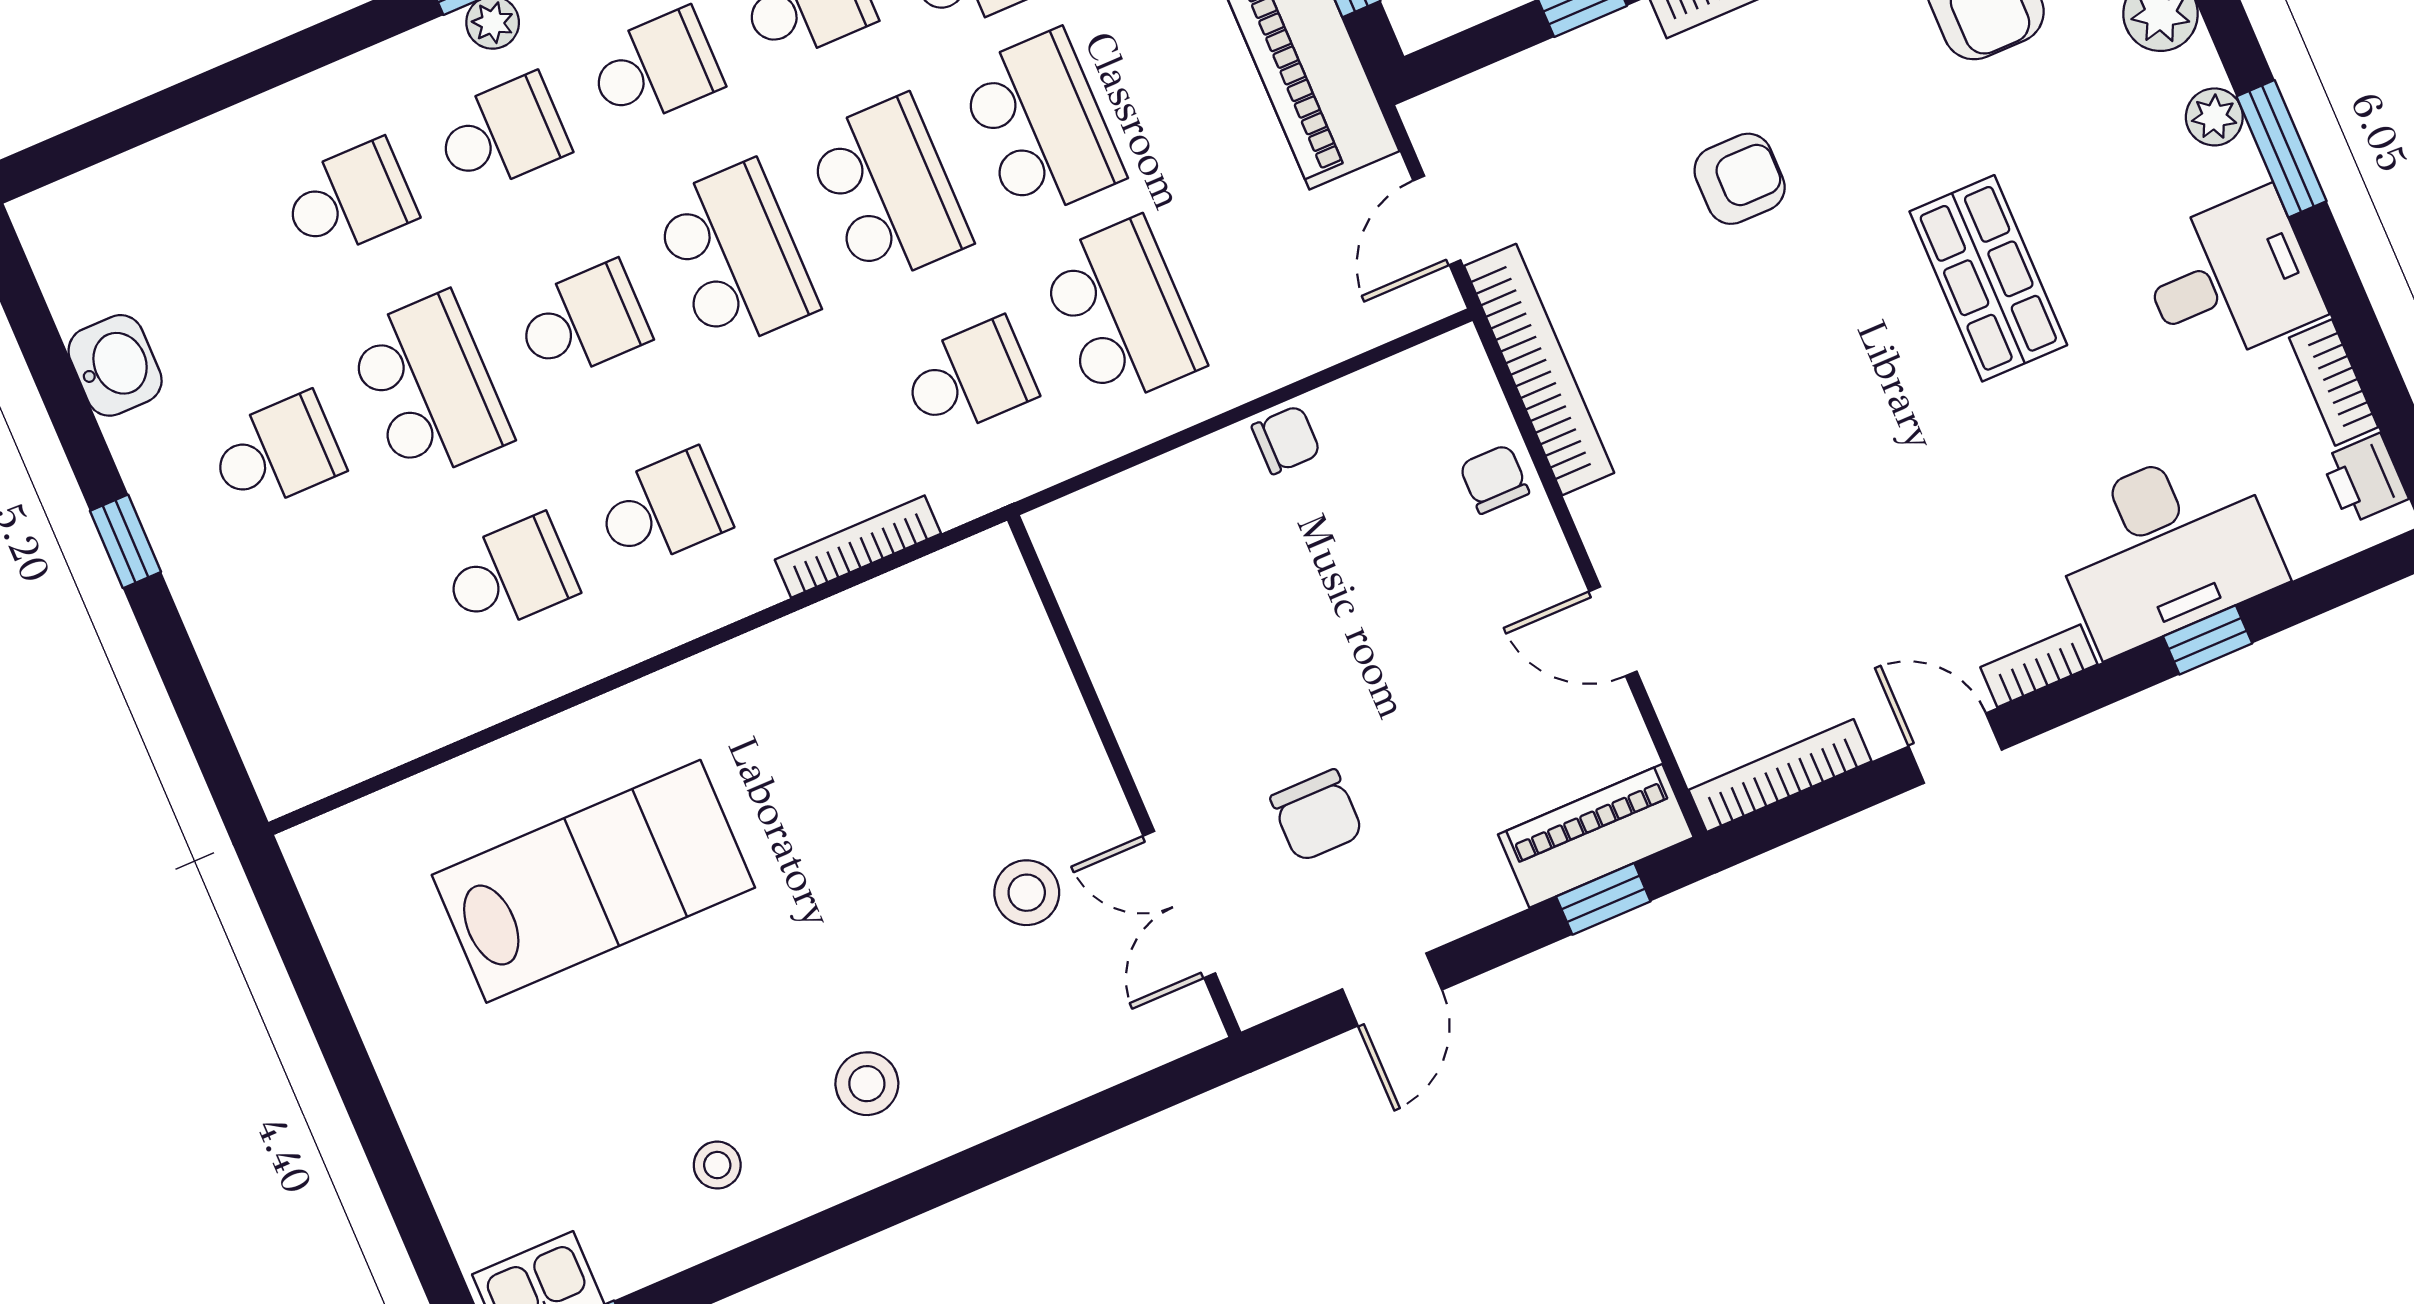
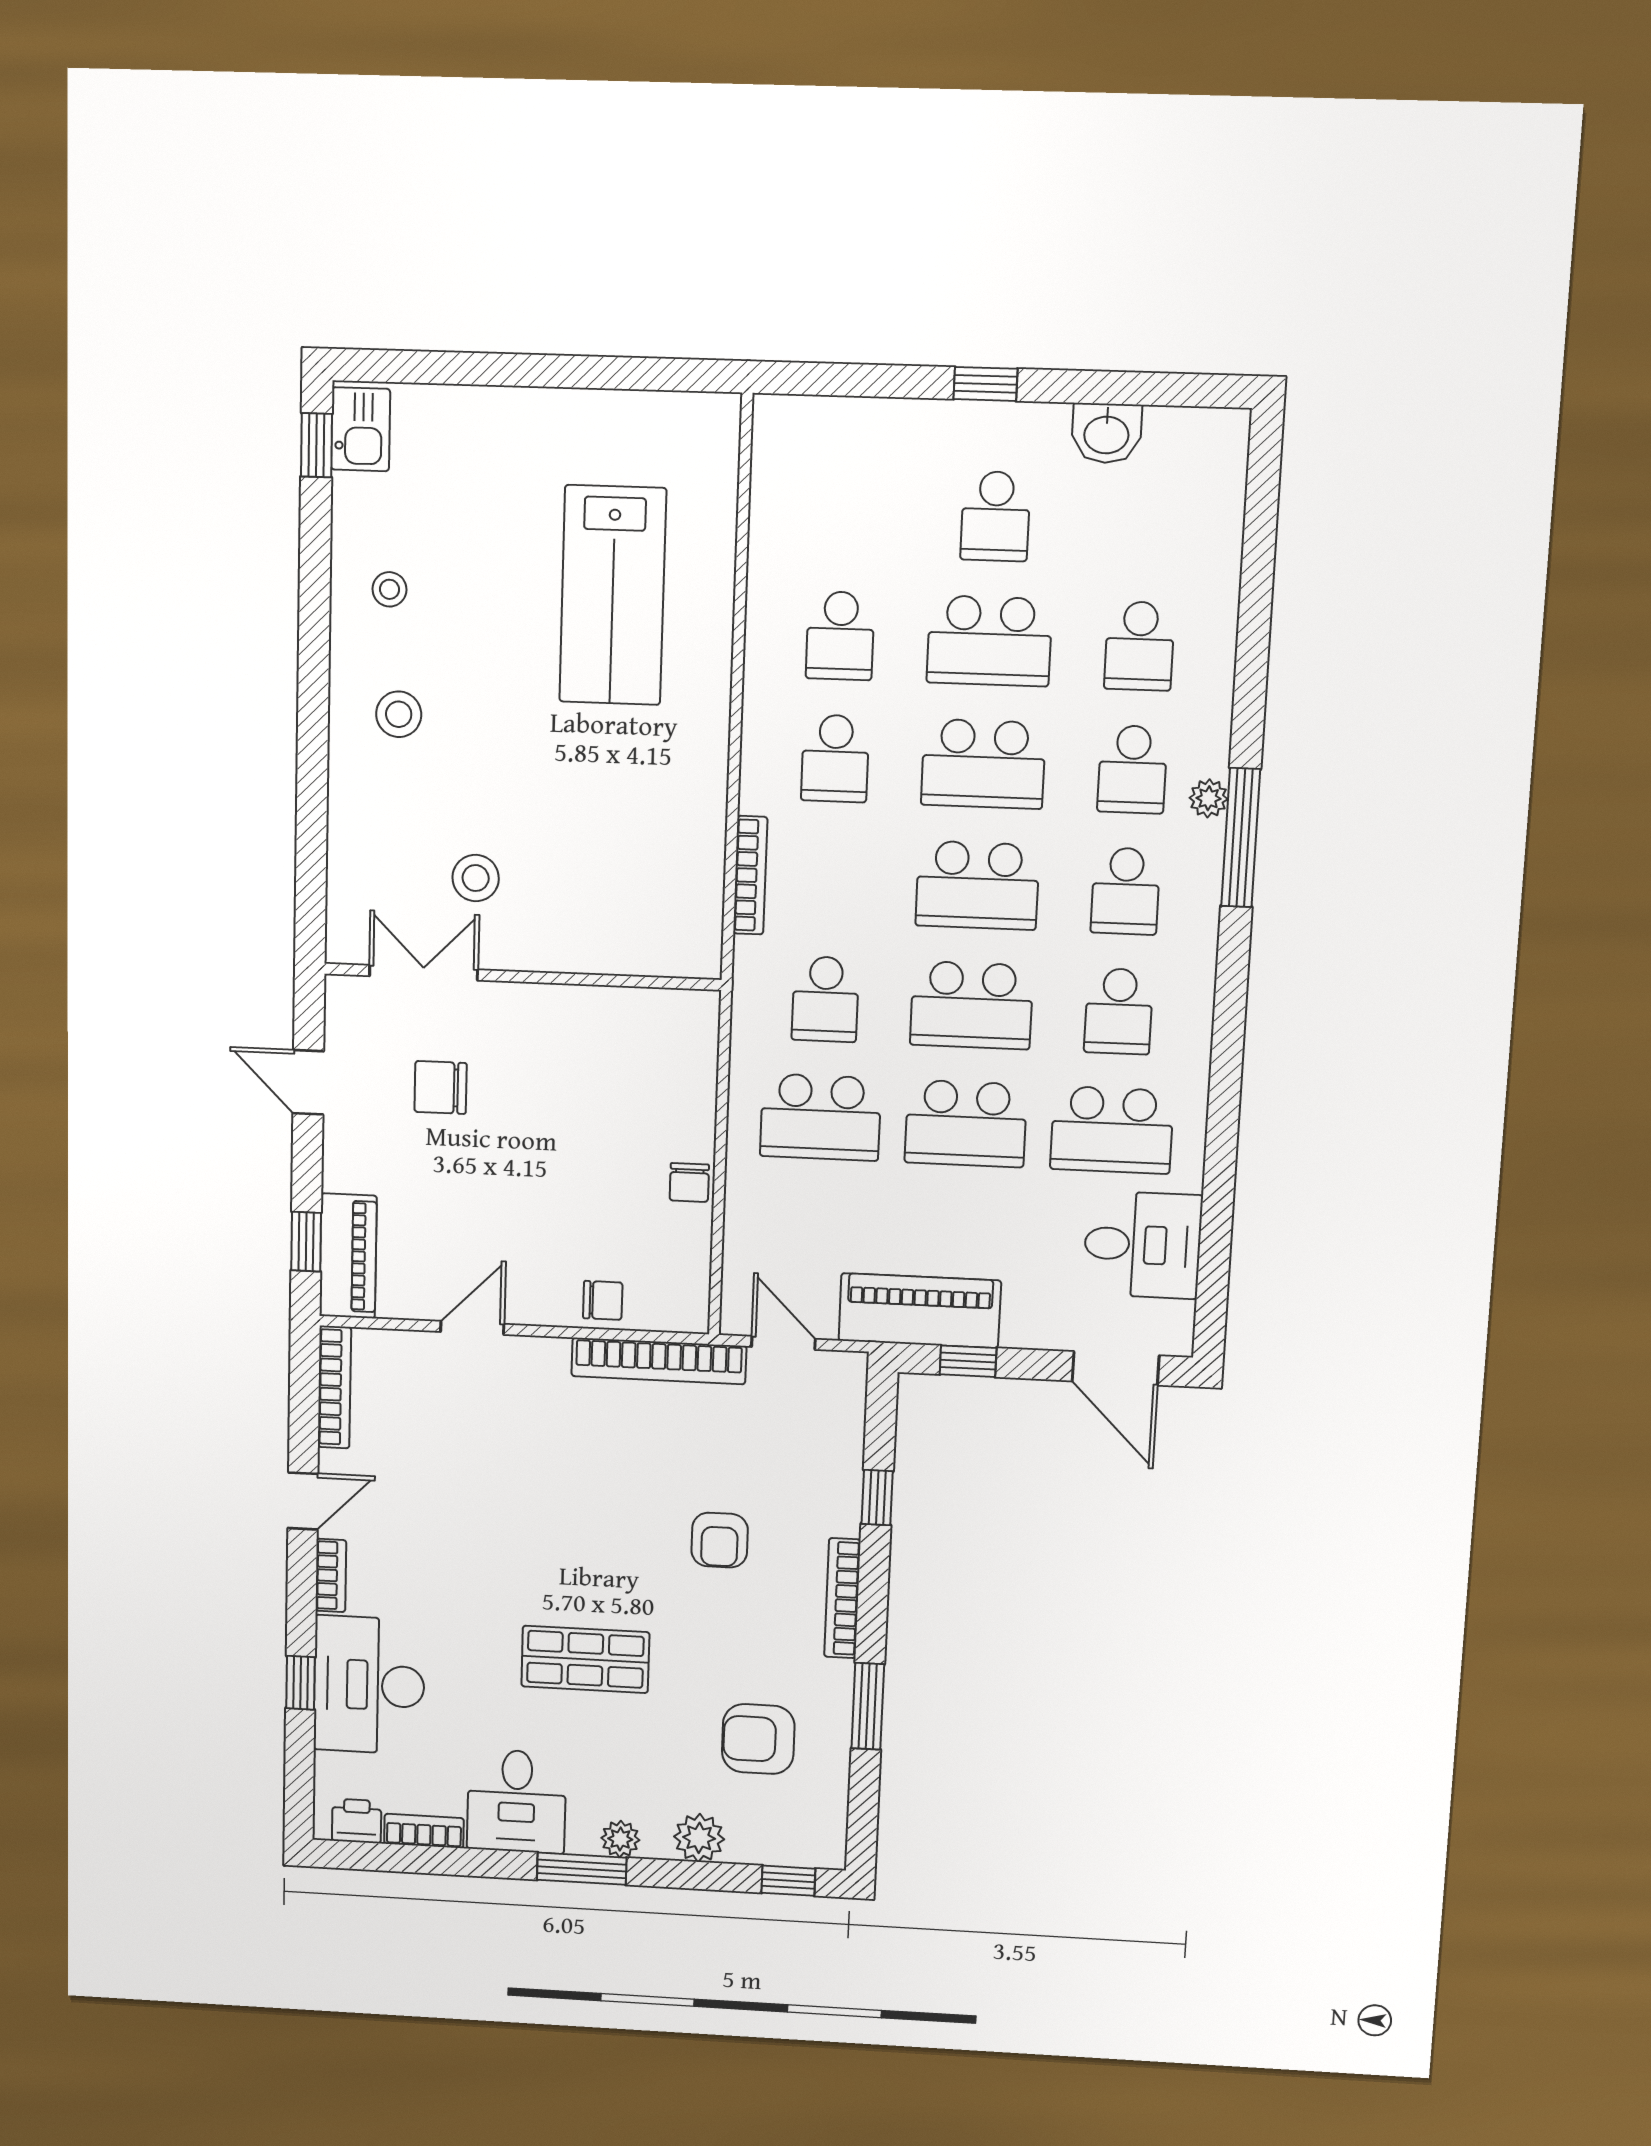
school desk: (582, 322) -> (983, 764), width x1.85

